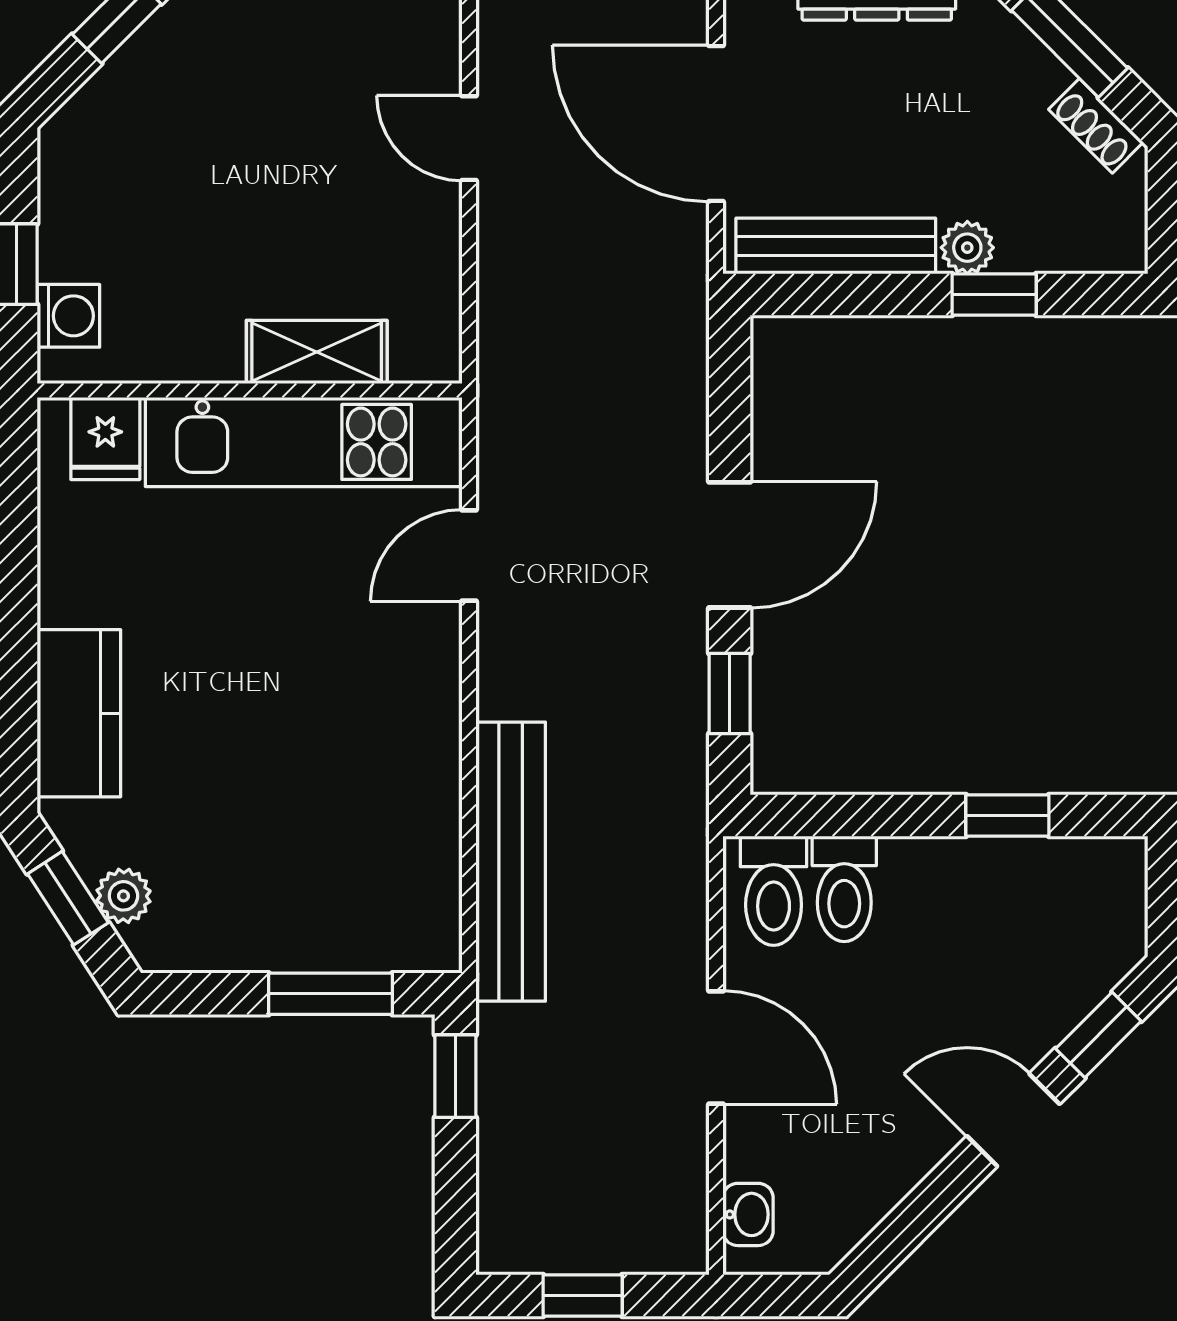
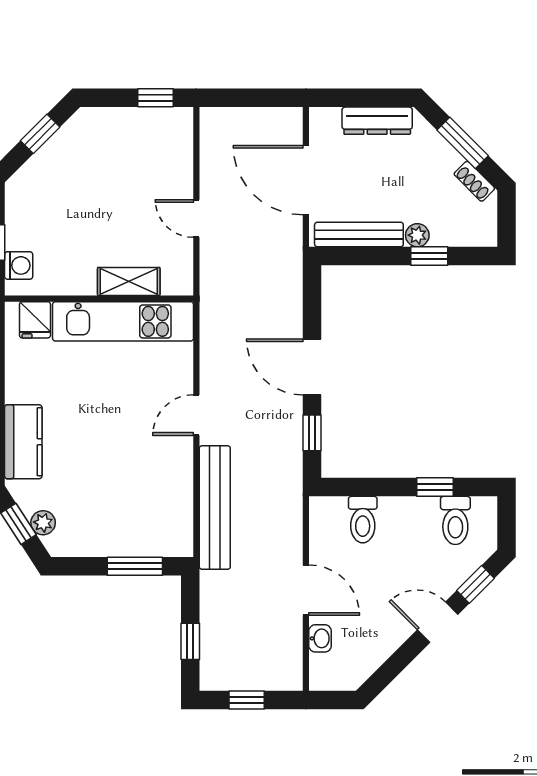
door: (469, 138) -> (196, 219), moved
door: (730, 545) -> (312, 367), swing flipped
door: (469, 555) -> (196, 415), moved
toilet: (774, 891) -> (455, 520), moved
window: (455, 1076) -> (190, 641), moved
washbasin: (748, 1214) -> (320, 638), moved

